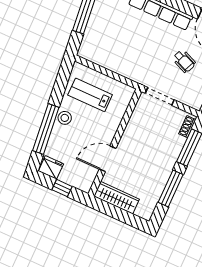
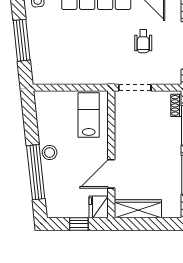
wheelchair: (184, 61) -> (143, 41), turned 68
lab bench: (90, 95) -> (89, 115), moved, turned 90
fridge: (51, 167) -> (99, 207), moved, turned -90

